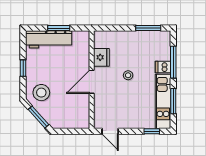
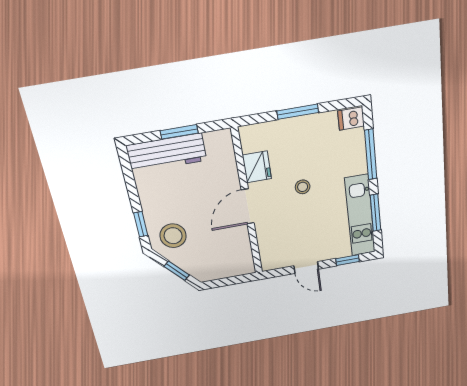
window: (148, 28) -> (298, 112), moved
dishwasher: (163, 67) -> (351, 119), moved
window: (23, 68) -> (141, 224), moved
window: (39, 117) -> (177, 271), width x0.67
door: (110, 131) -> (306, 267), moved

